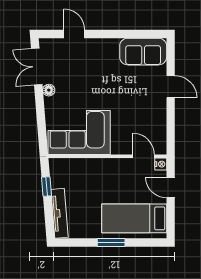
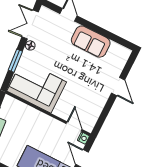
sofa: (143, 52) -> (91, 42), moved
window: (41, 116) -> (15, 61), added

